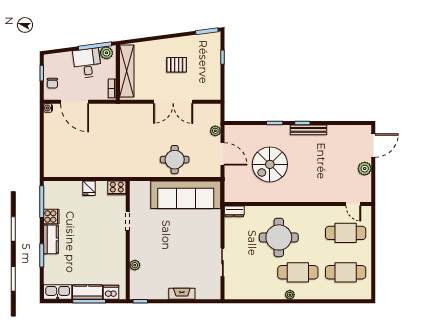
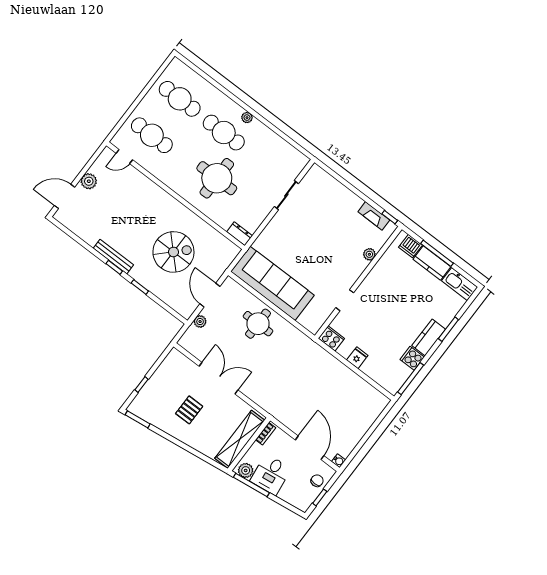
pallet: (177, 65) -> (189, 410), turned 90
door: (353, 204) -> (124, 156), swing flipped
fireplace: (182, 294) -> (374, 216), moved

